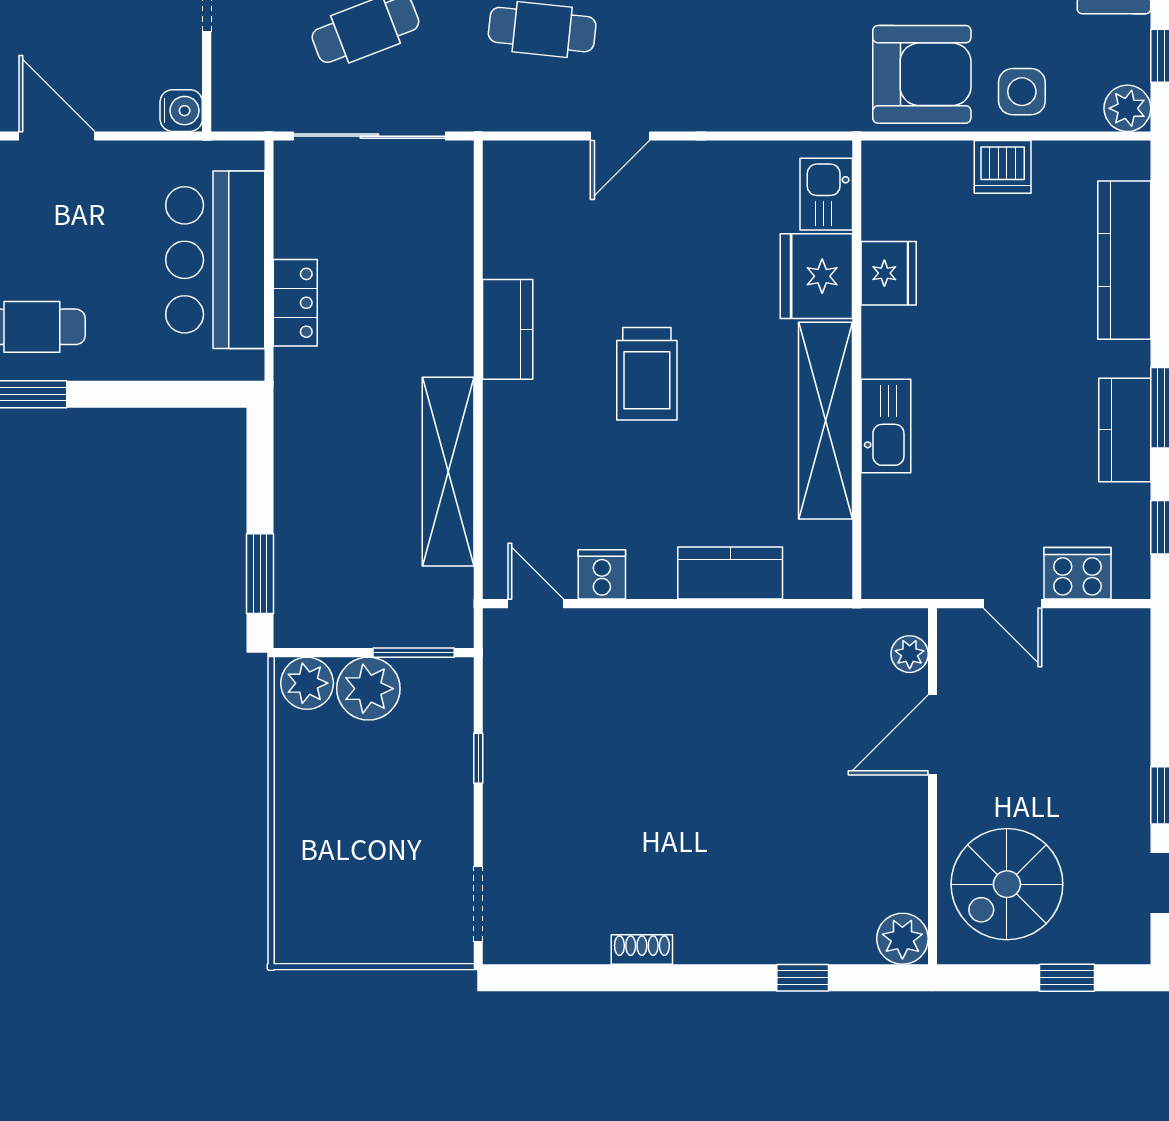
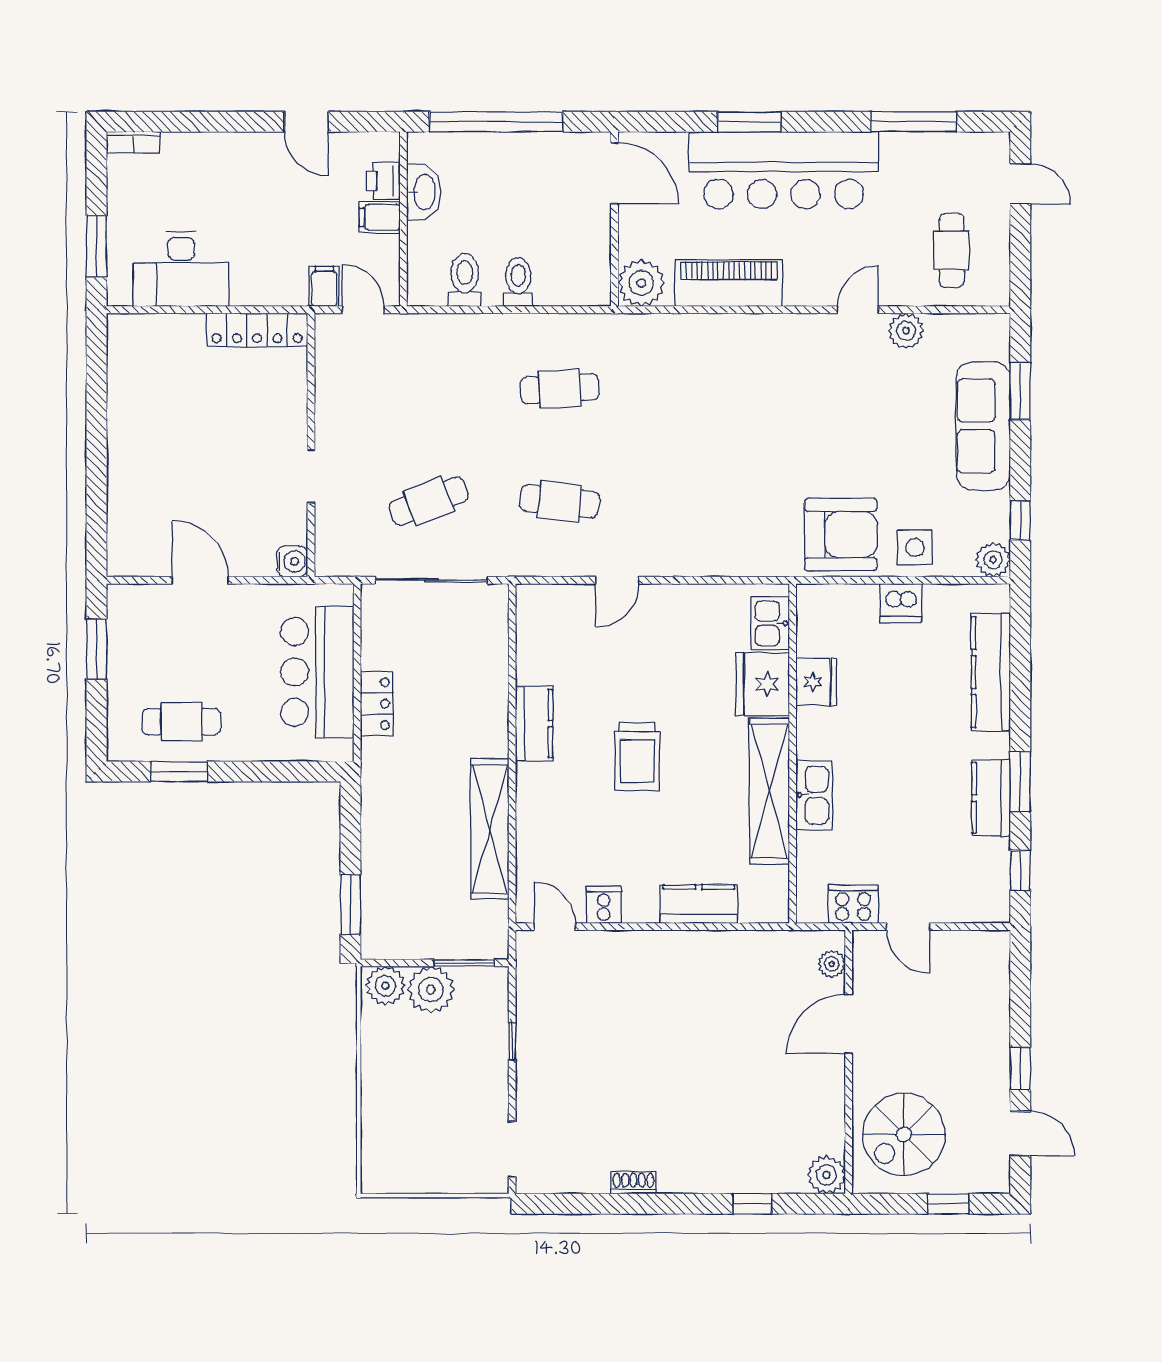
cooker: (1077, 573) -> (853, 904), moved

